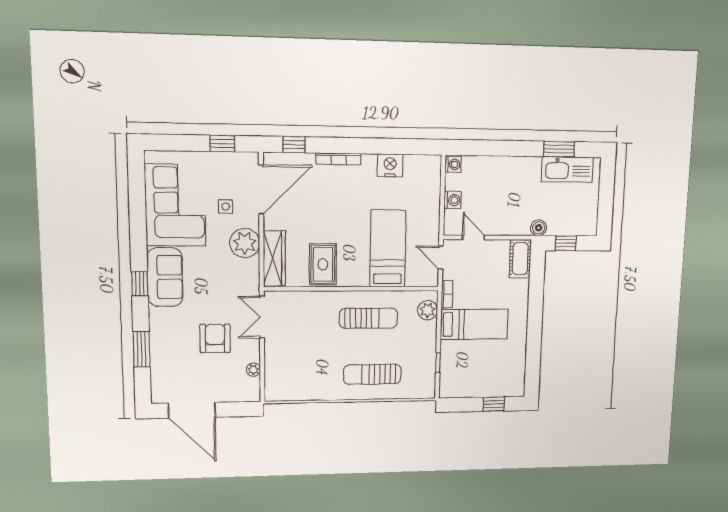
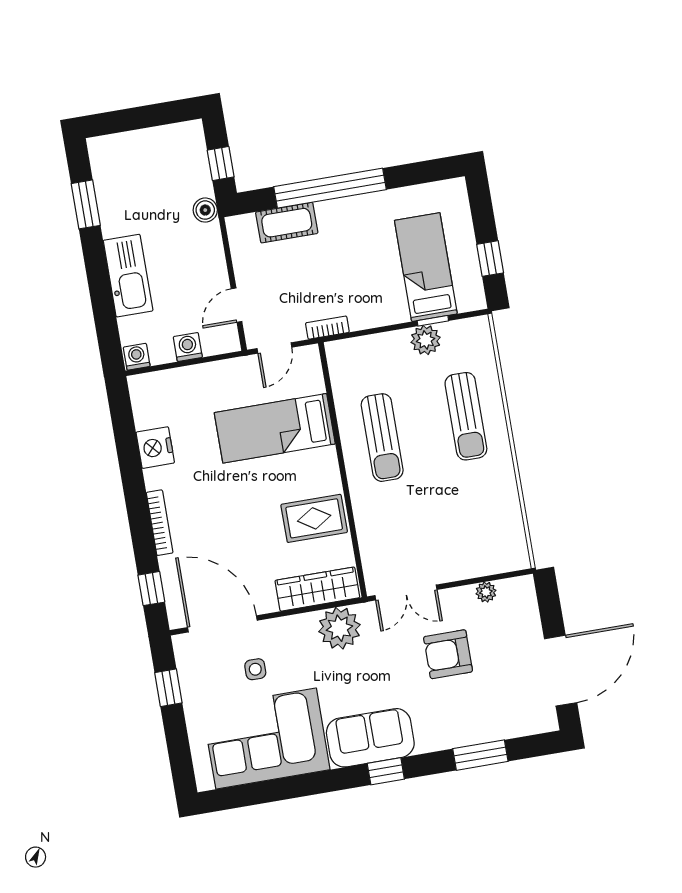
kitchen sink: (567, 170) -> (128, 276), moved
plant: (245, 243) -> (339, 628), moved
cot: (520, 259) -> (287, 223), moved
plant: (428, 310) -> (426, 340), moved
window: (535, 311) -> (330, 188), added
sun lounger: (368, 318) -> (382, 438), turned 180
bed: (474, 324) -> (426, 267), moved
window: (494, 404) -> (490, 259), moved

